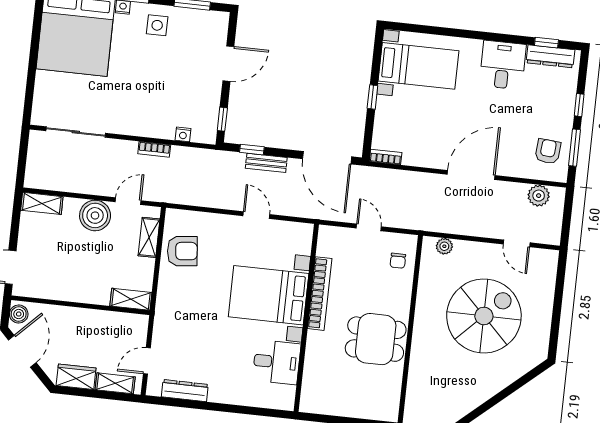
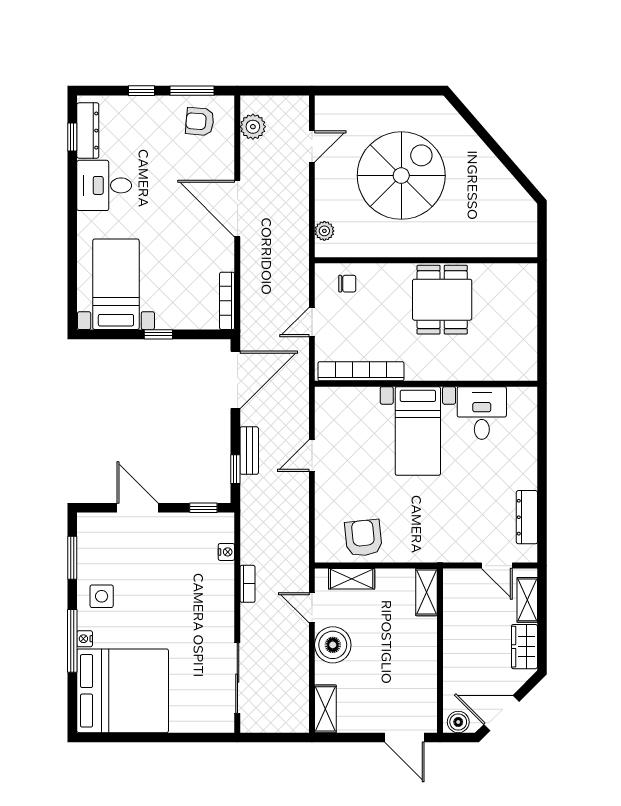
bookcase: (386, 157) -> (227, 301), width x1.56
bookcase: (320, 294) -> (361, 371), moved
bed with nightstands: (269, 295) -> (418, 431), width x0.73
spiral stairs: (484, 316) -> (401, 176), turned 90

